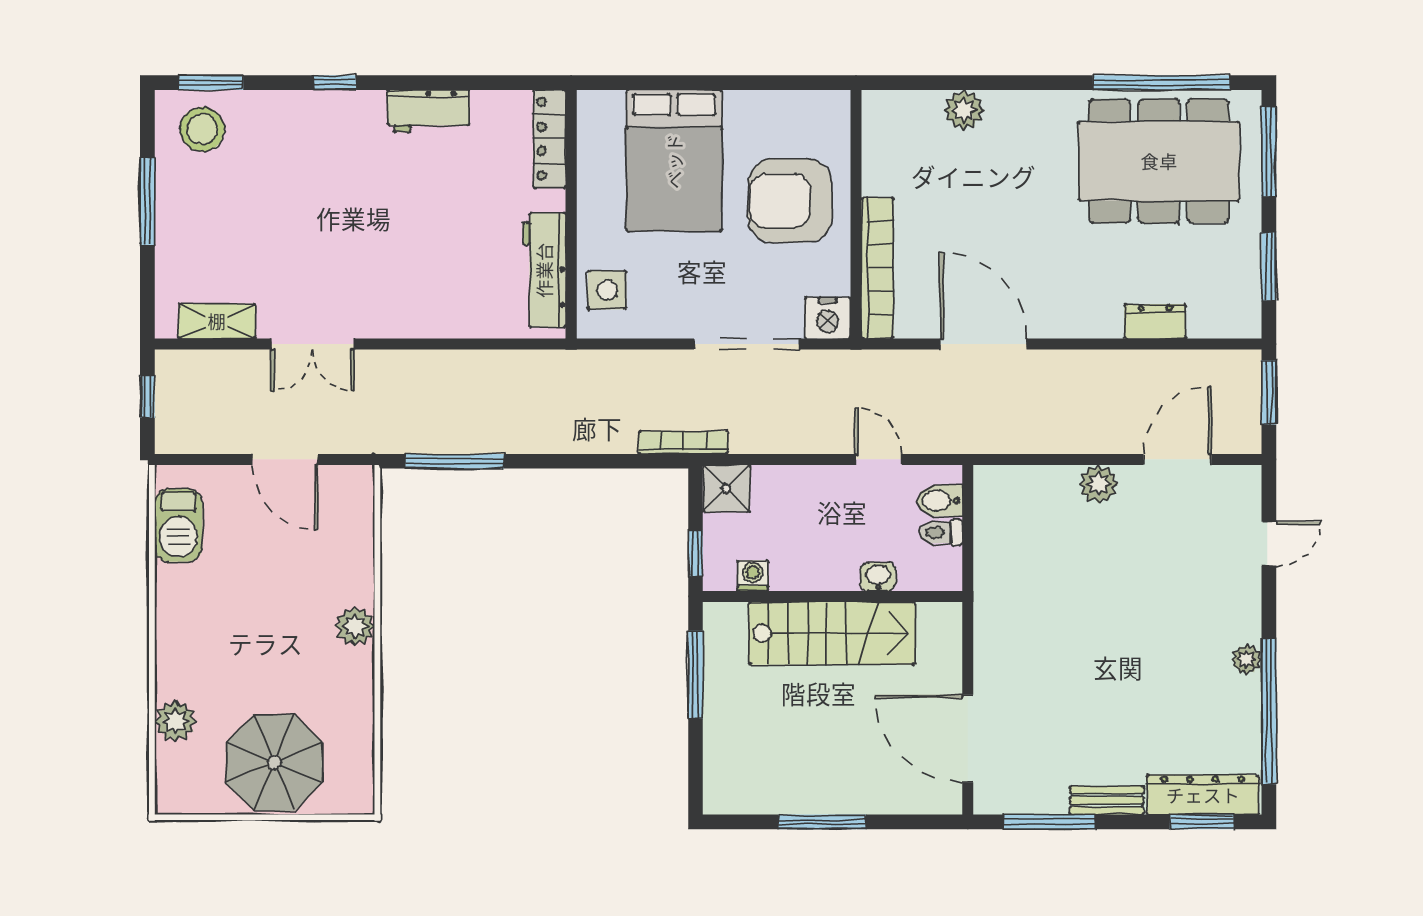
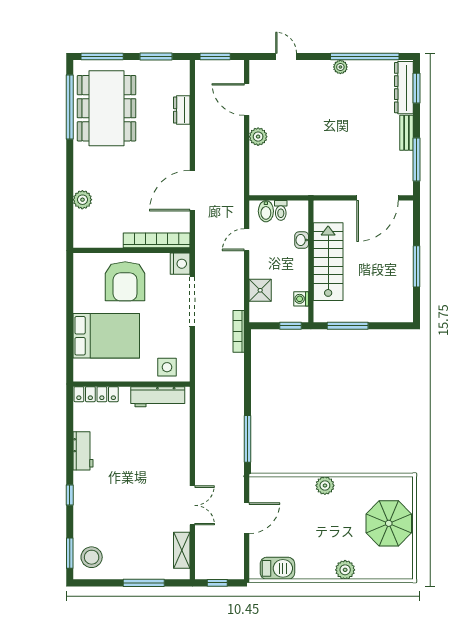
window: (147, 201) -> (144, 583), moved
shower: (726, 488) -> (260, 290), moved
plant: (175, 721) -> (345, 570), moved

